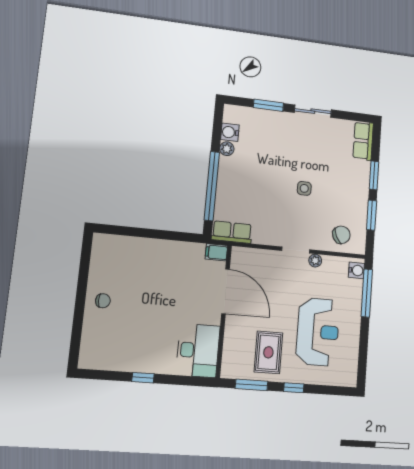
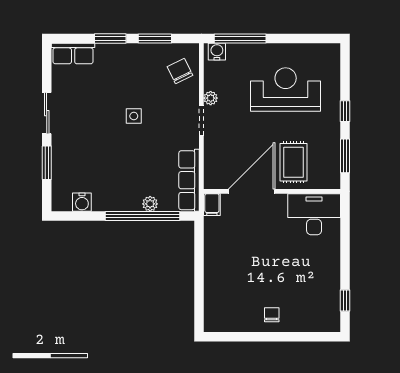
plant: (227, 149) -> (150, 204), moved
row of seats: (232, 232) -> (189, 180), width x1.48
rug: (268, 352) -> (293, 162), moved, turned 90
window: (143, 378) -> (345, 300), moved

